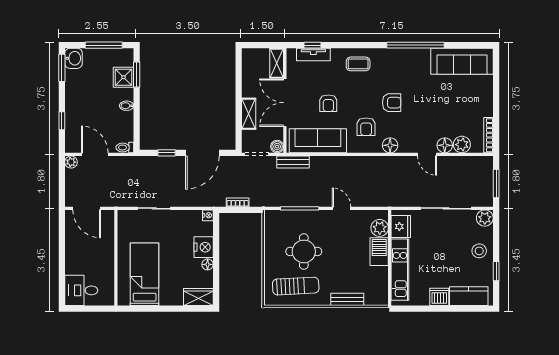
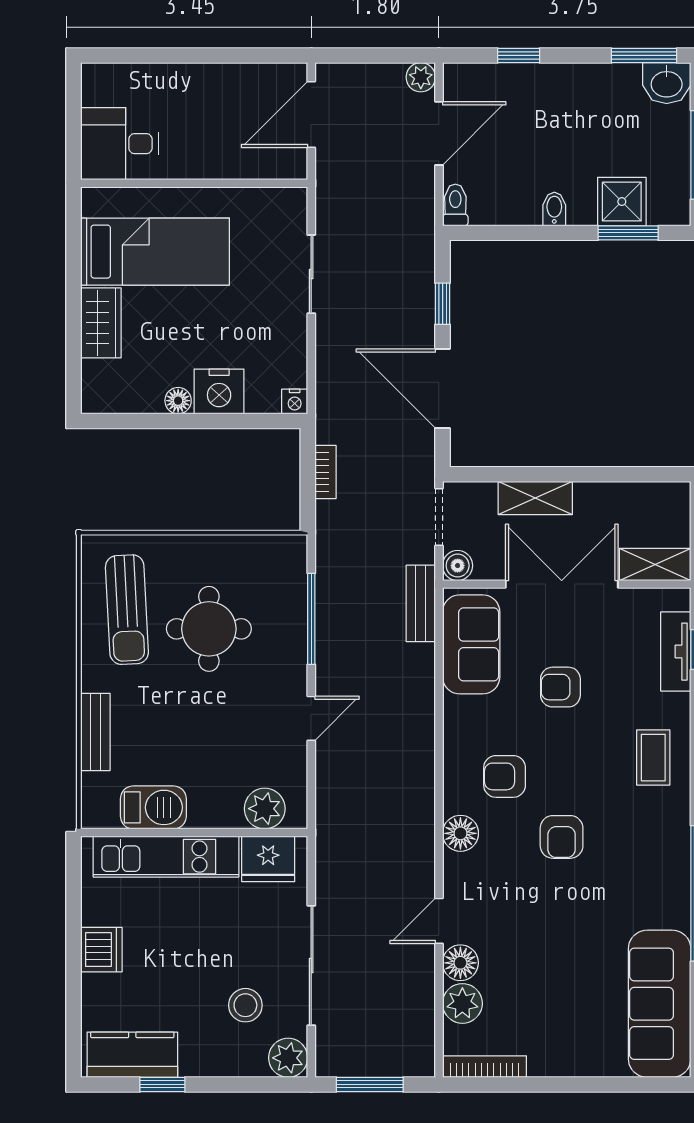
sofa: (318, 141) -> (471, 644), width x0.73
stool: (479, 251) -> (245, 1005), moved
barbecue: (379, 252) -> (153, 807), moved
desk: (81, 290) -> (119, 144), moved, turned -90
kitchen counter: (469, 296) -> (132, 1055), moved, turned -90
wardrobe: (198, 297) -> (101, 323), moved

